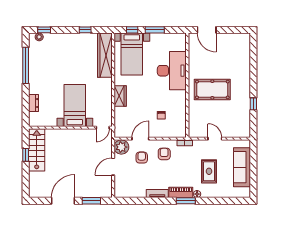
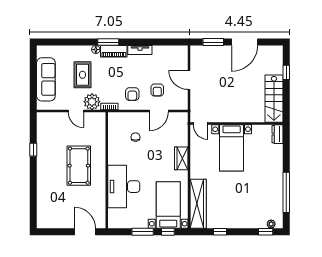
pool table: (212, 89) -> (79, 166), turned 90
dresser: (33, 103) -> (277, 134), moved
door: (103, 128) -> (201, 123), swing flipped
plant: (121, 147) -> (92, 102), moved
window: (26, 155) -> (286, 72), moved
door: (113, 167) -> (189, 80), swing flipped

